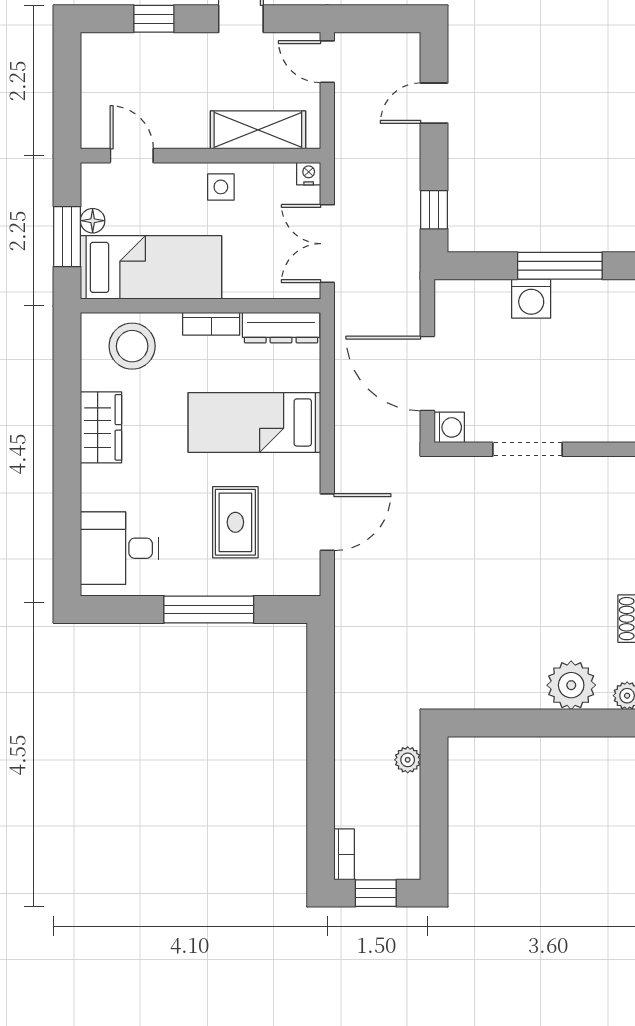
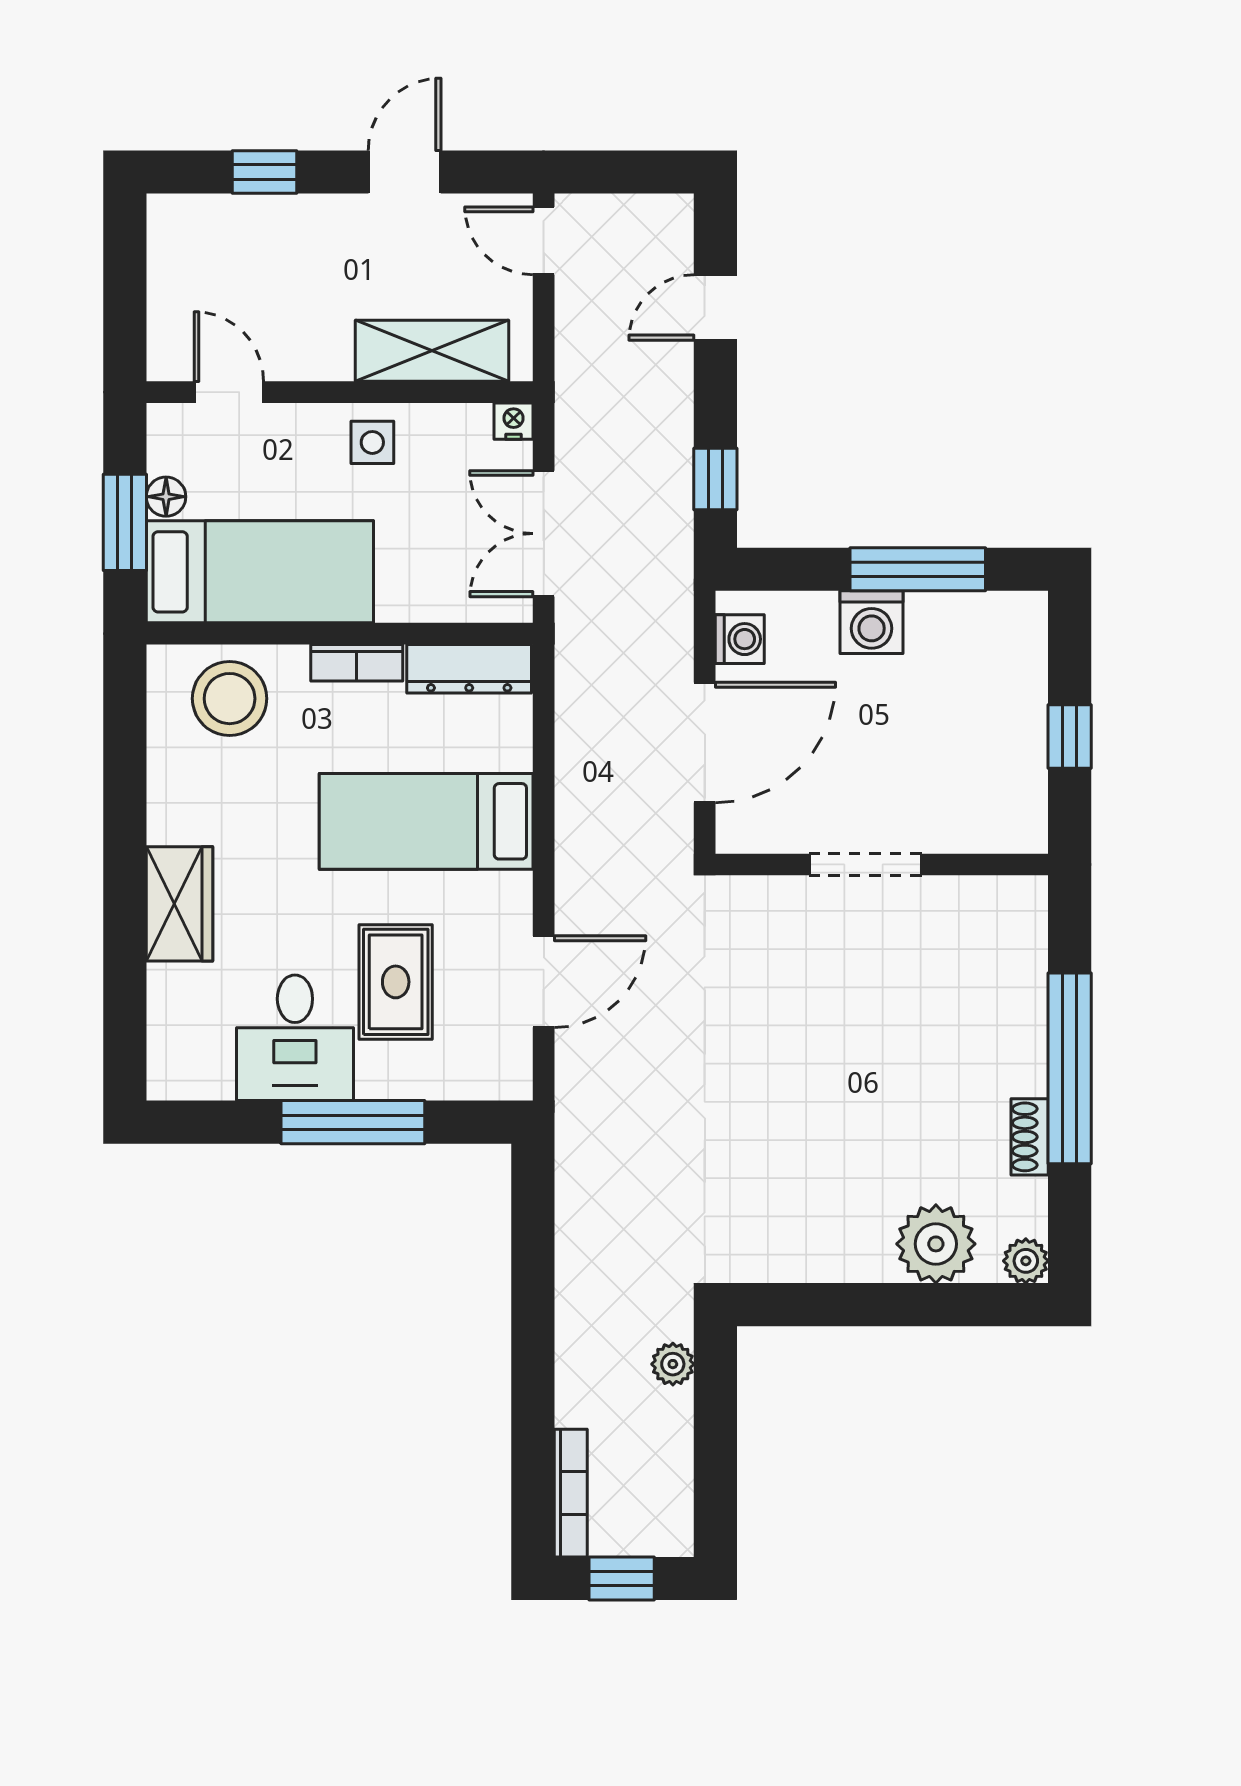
door: (427, 373) -> (705, 743), swing flipped
wardrobe: (101, 427) -> (179, 904), moved
washing machine: (449, 427) -> (740, 639), moved
desk: (119, 548) -> (295, 1038), moved, turned -90
bookcase: (344, 854) -> (571, 1493), width x1.56

